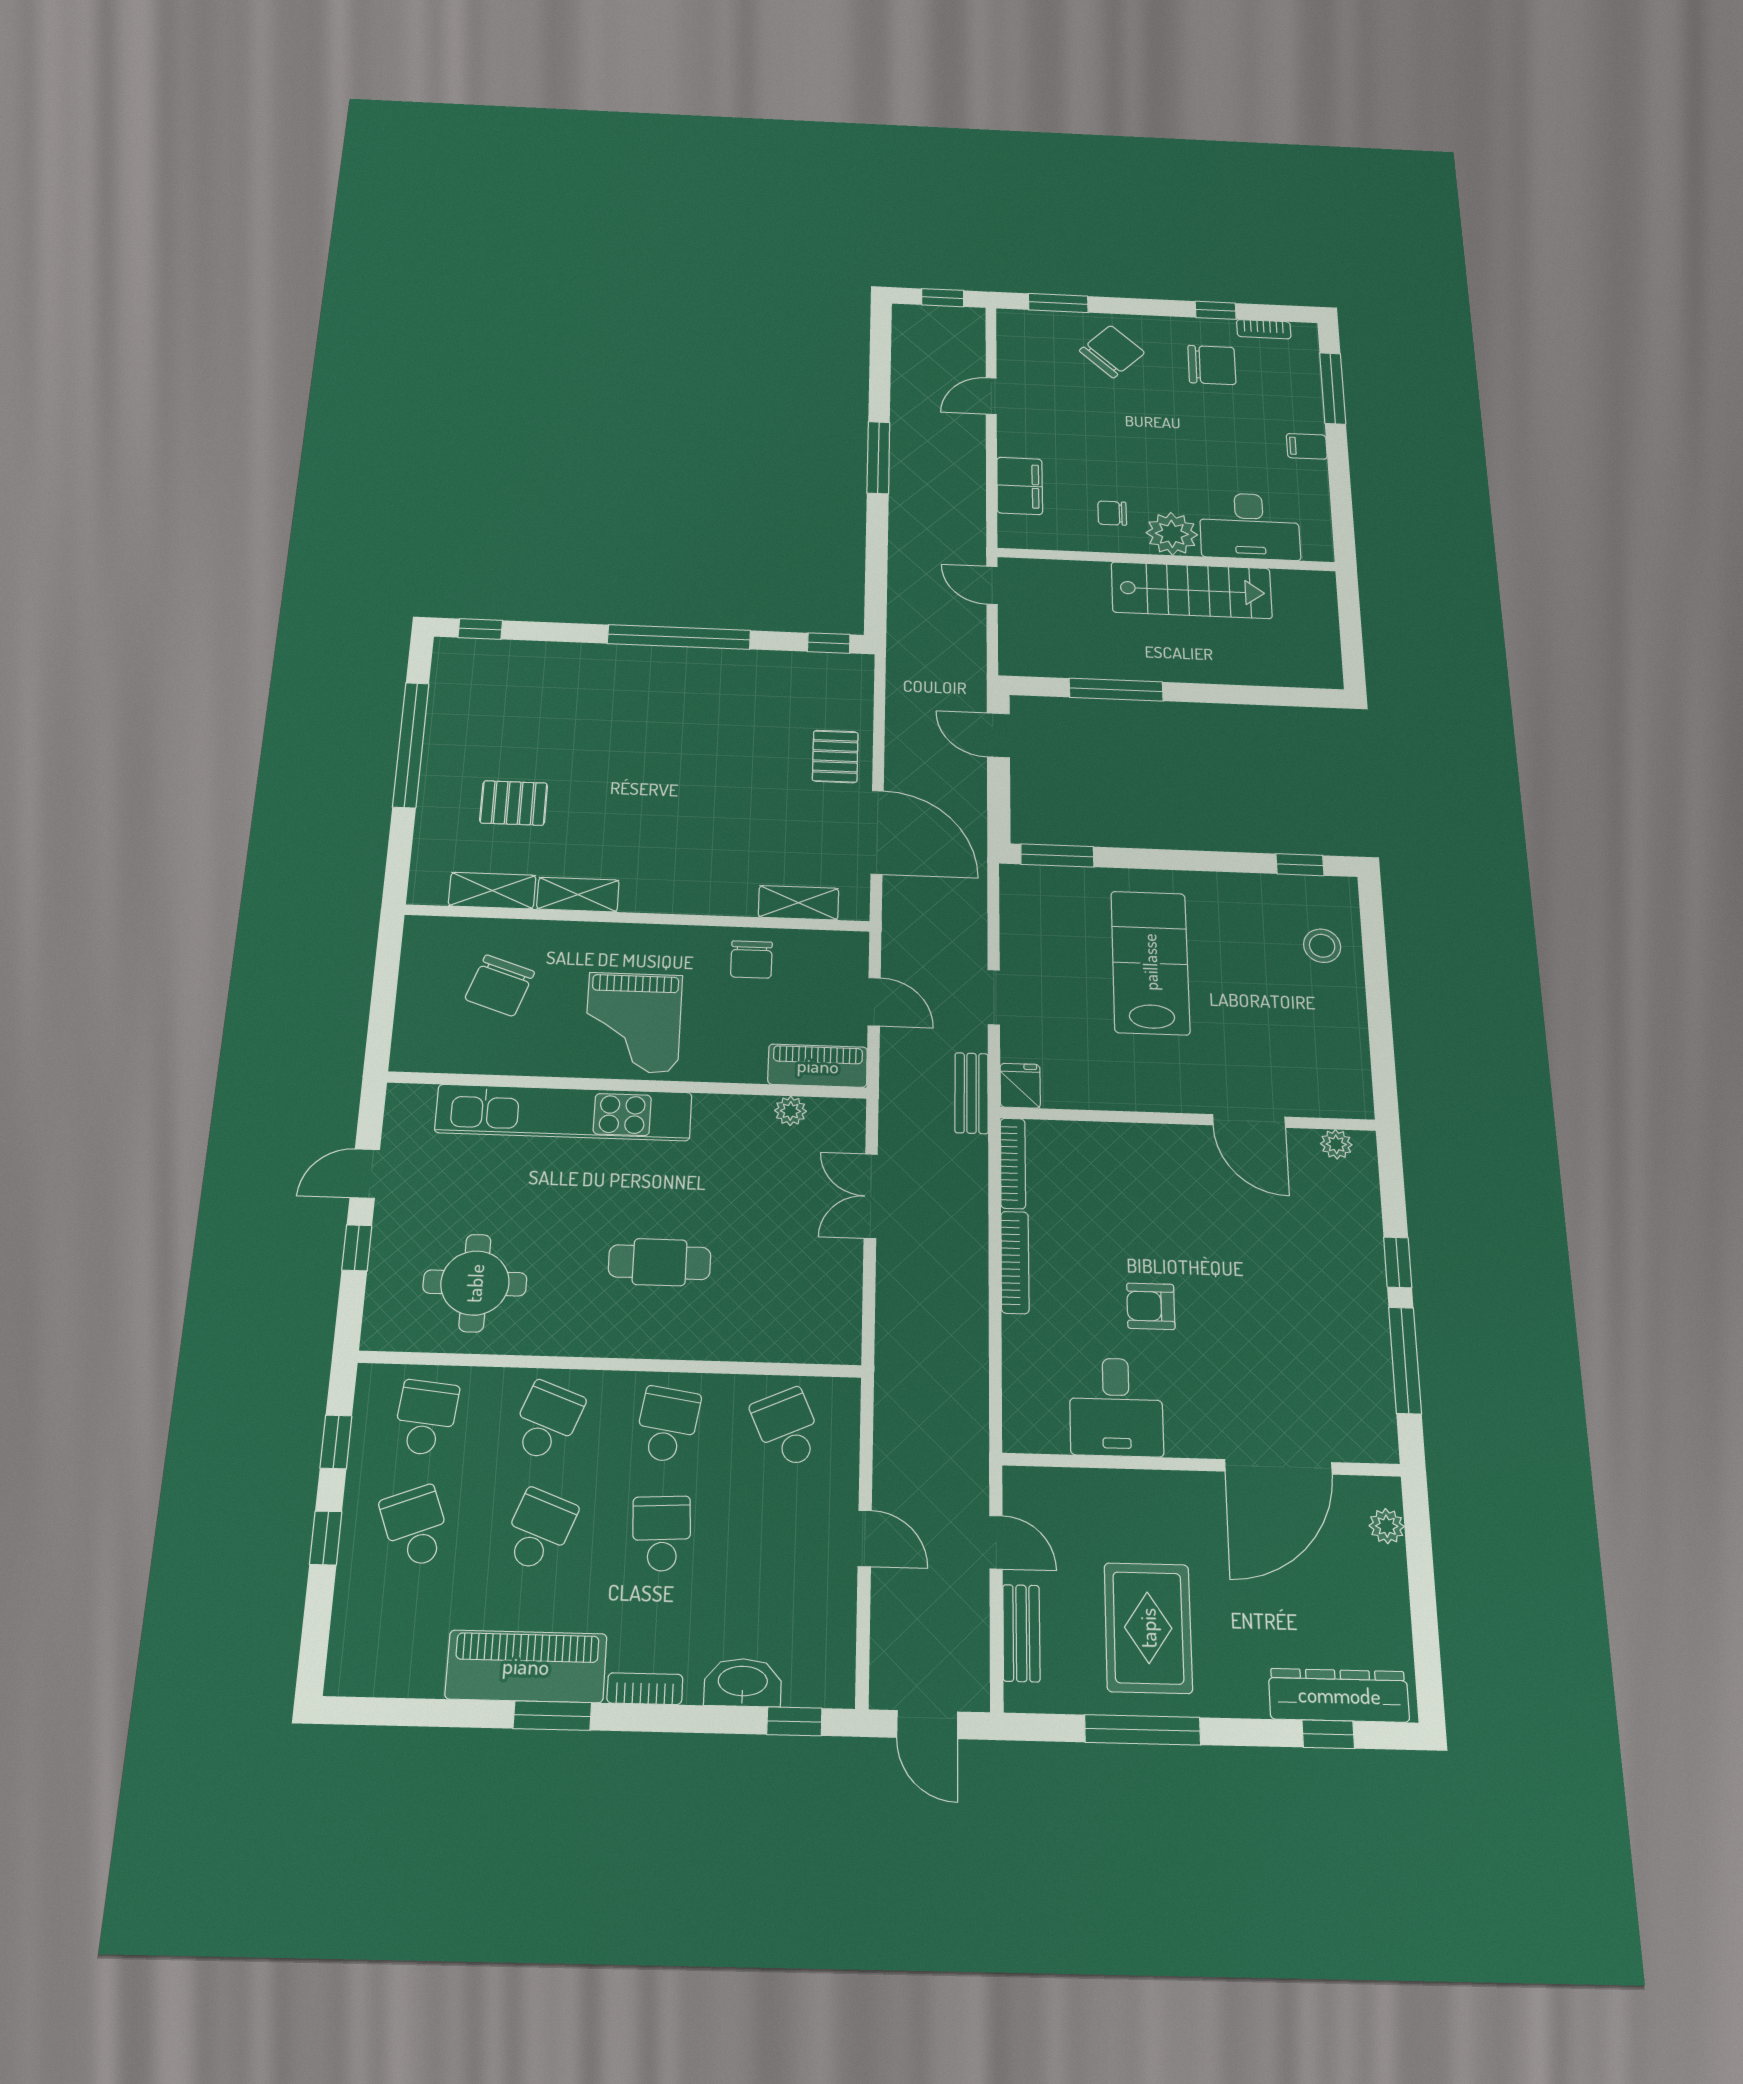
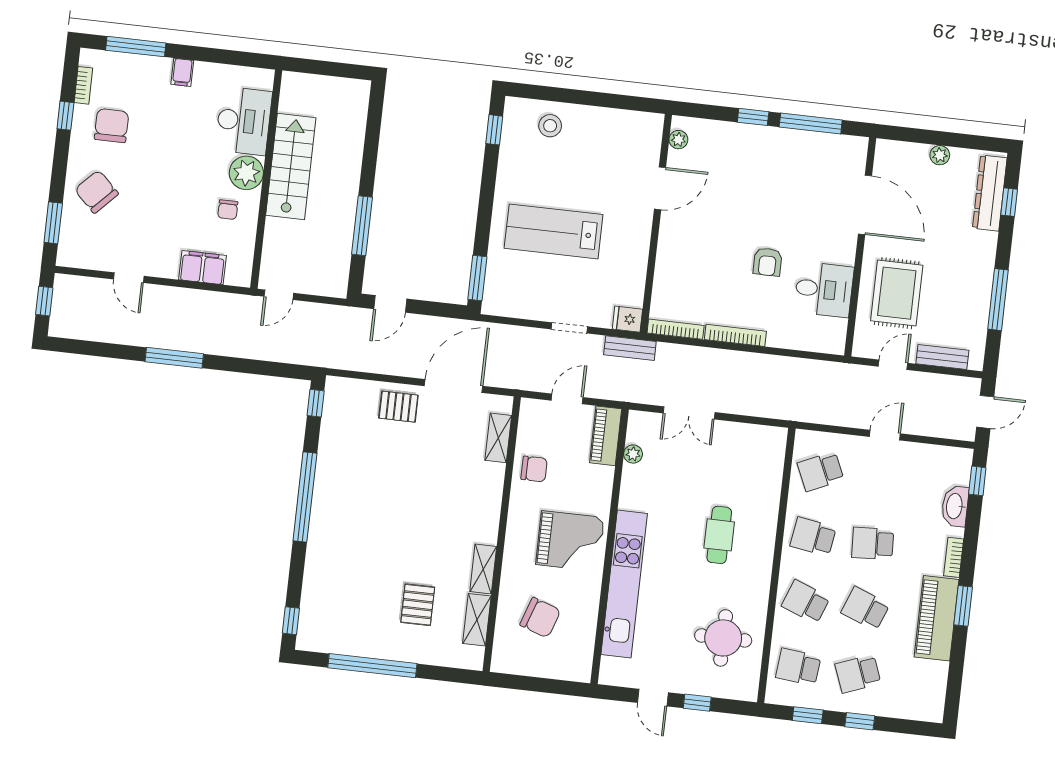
plant: (1387, 1526) -> (940, 155), moved
rug: (1148, 1628) -> (897, 293), moved, turned 90

